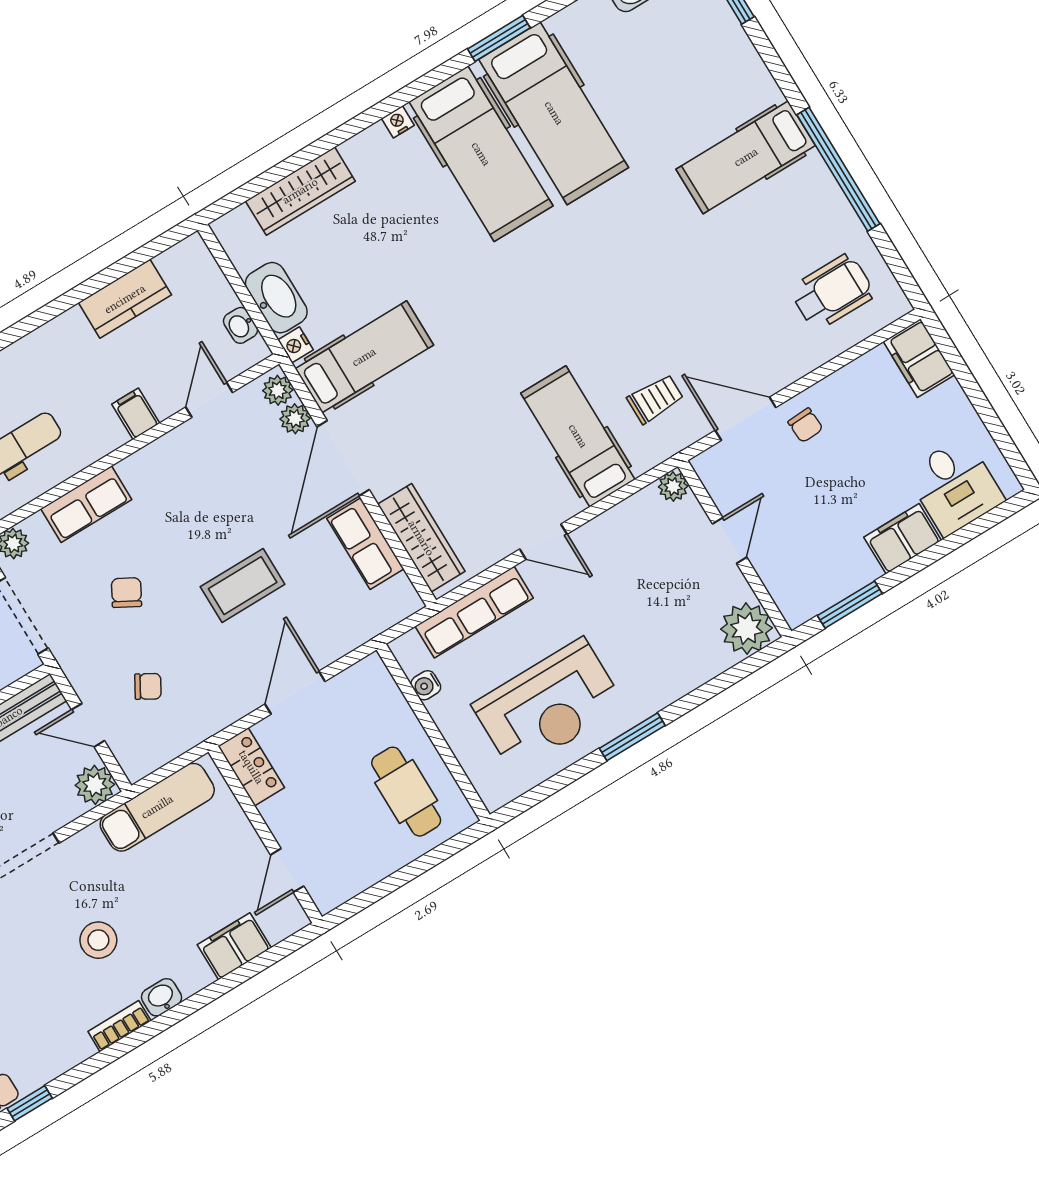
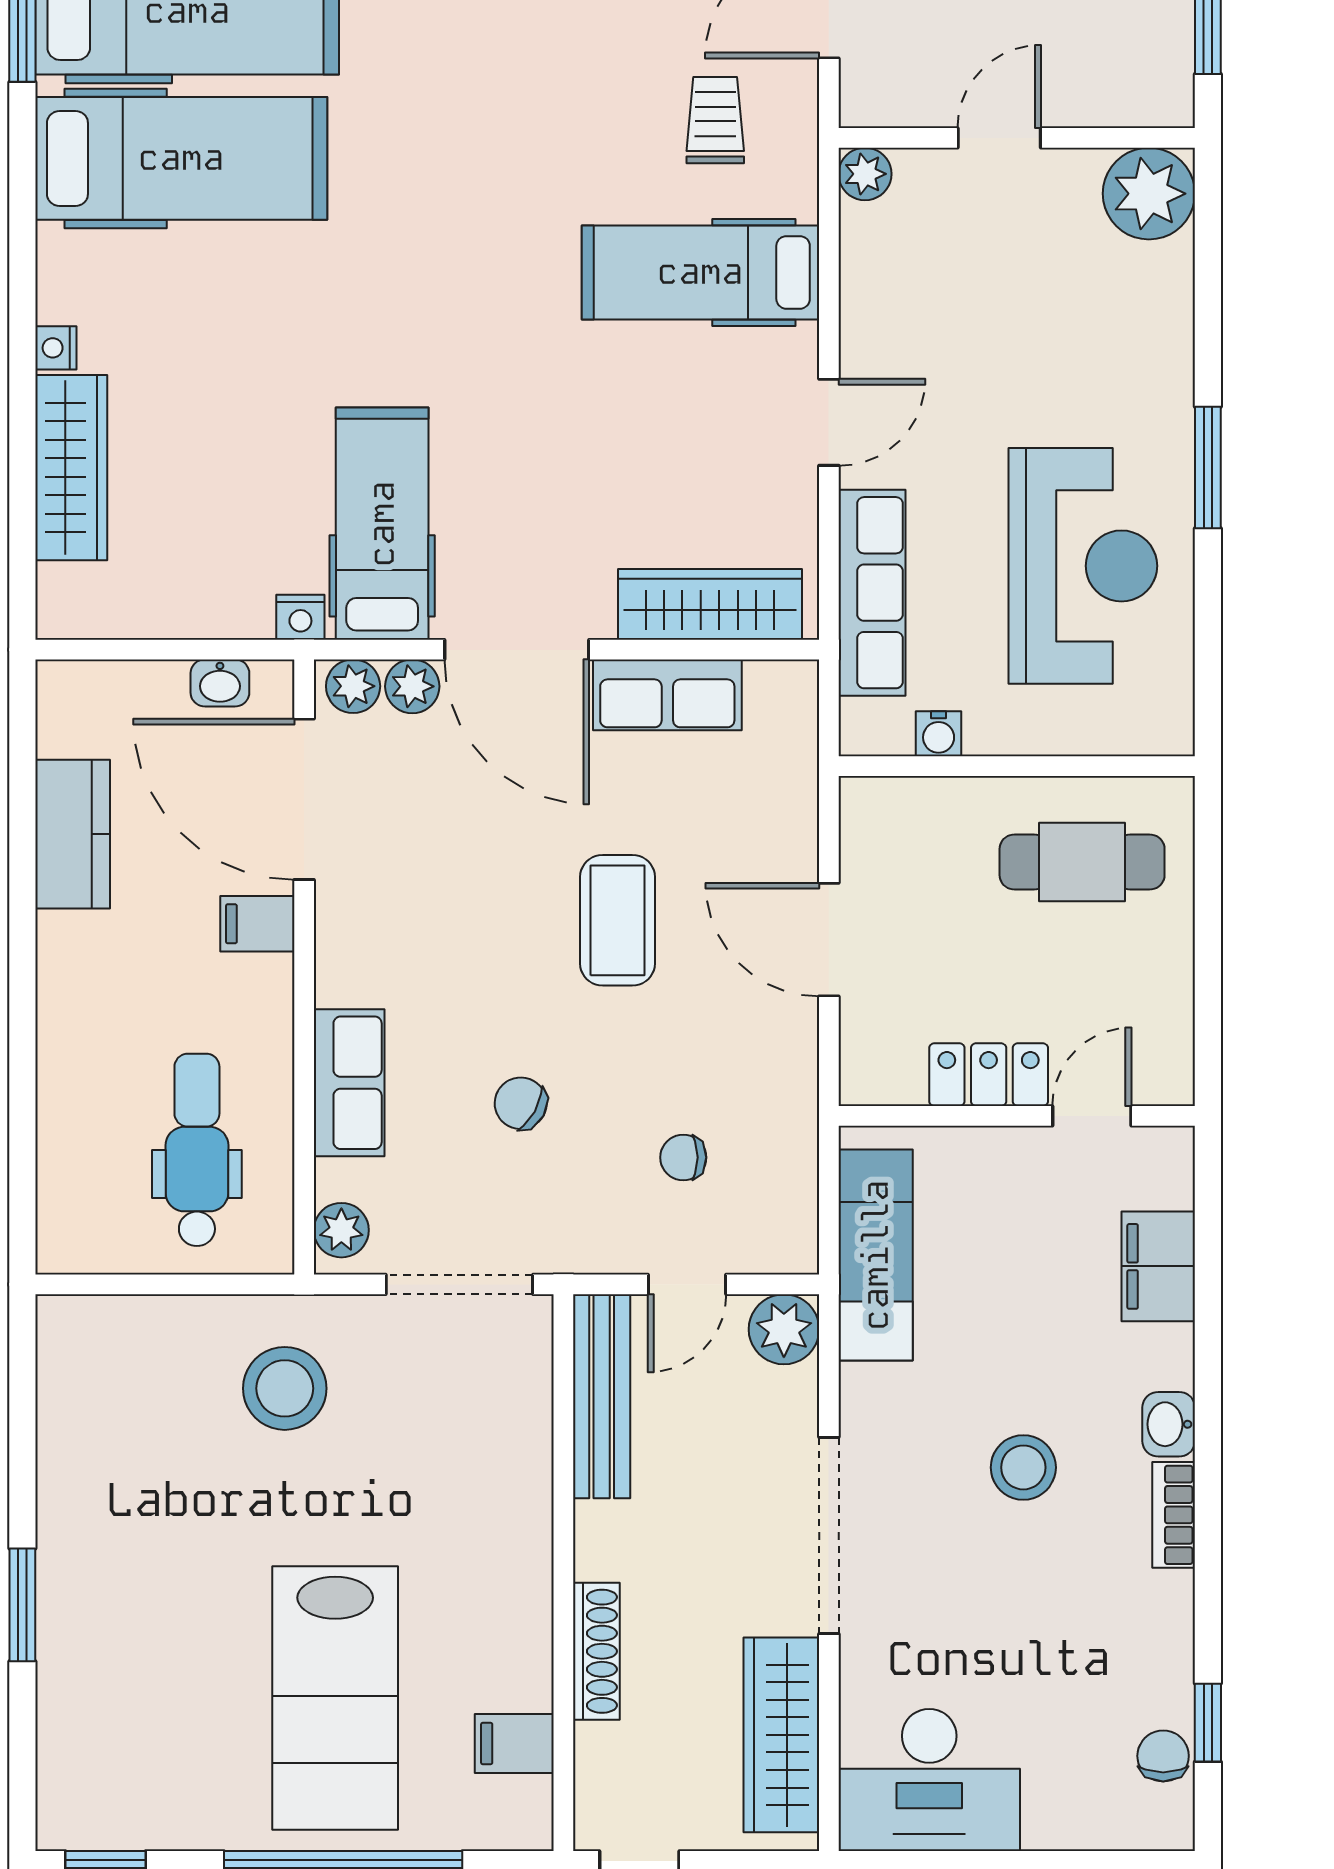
nightstand: (398, 122) -> (56, 348), moved
washbasin: (276, 298) -> (211, 603), removed
door: (209, 400) -> (304, 799), width x1.87
door: (730, 540) -> (999, 138), hinge flipped
chair: (148, 686) -> (683, 1157), turned -120
locker: (251, 767) -> (989, 1075), moved
door: (287, 870) -> (1092, 1116), swing flipped

